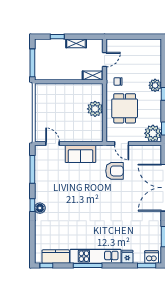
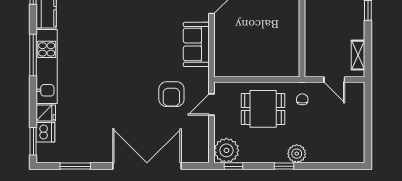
shelving: (76, 43) -> (358, 55), moved
shelving: (93, 75) -> (311, 62), removed
plant: (95, 109) -> (262, 66), removed
dishwasher: (152, 257) -> (45, 132), moved

